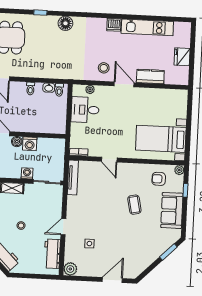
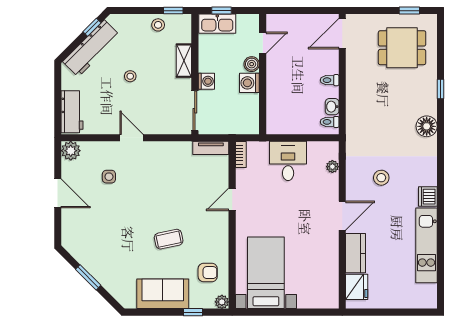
fridge: (182, 57) -> (357, 287), moved, turned 90
stool: (104, 68) -> (381, 178), moved
desk: (85, 110) -> (288, 161), moved
tv unit: (73, 178) -> (211, 148), width x0.71
armchair: (159, 179) -> (208, 273), turned 90
window: (168, 252) -> (88, 277), moved
workbench: (52, 254) -> (72, 112), moved, turned 90
door: (112, 280) -> (58, 193), moved

